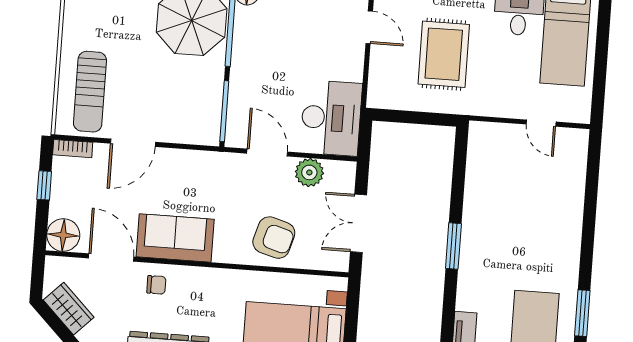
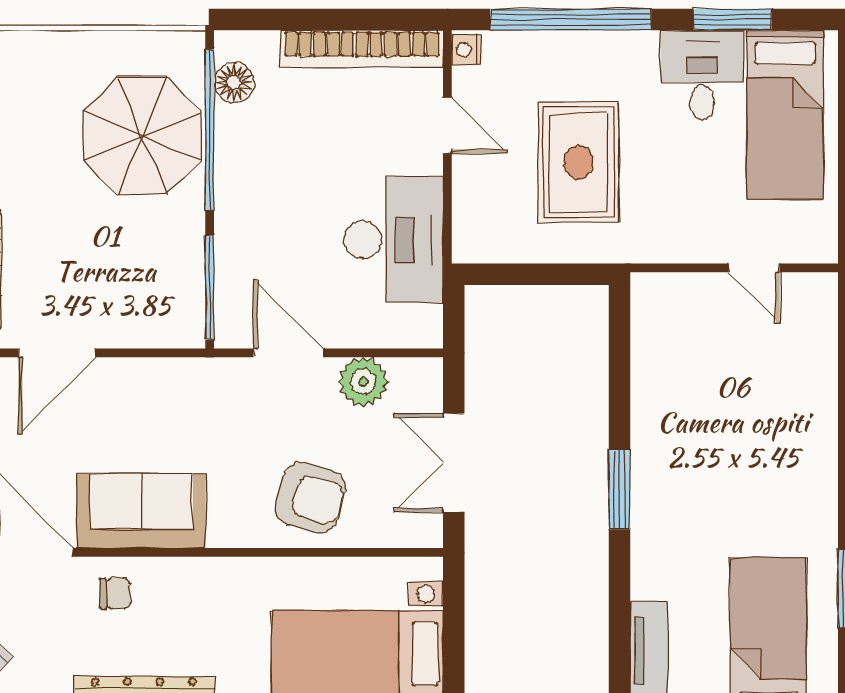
desk: (331, 118) -> (394, 240), moved

